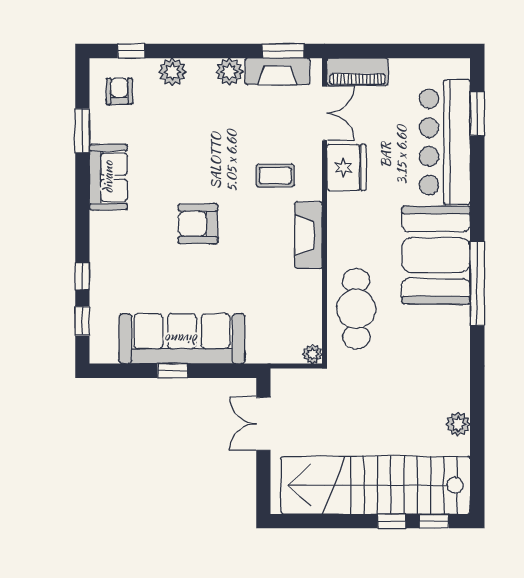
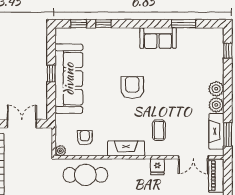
plant: (172, 72) -> (216, 89), moved
armchair: (119, 91) -> (85, 138), moved, turned -90
fridge: (346, 168) -> (157, 167), width x0.53, depth x0.75

